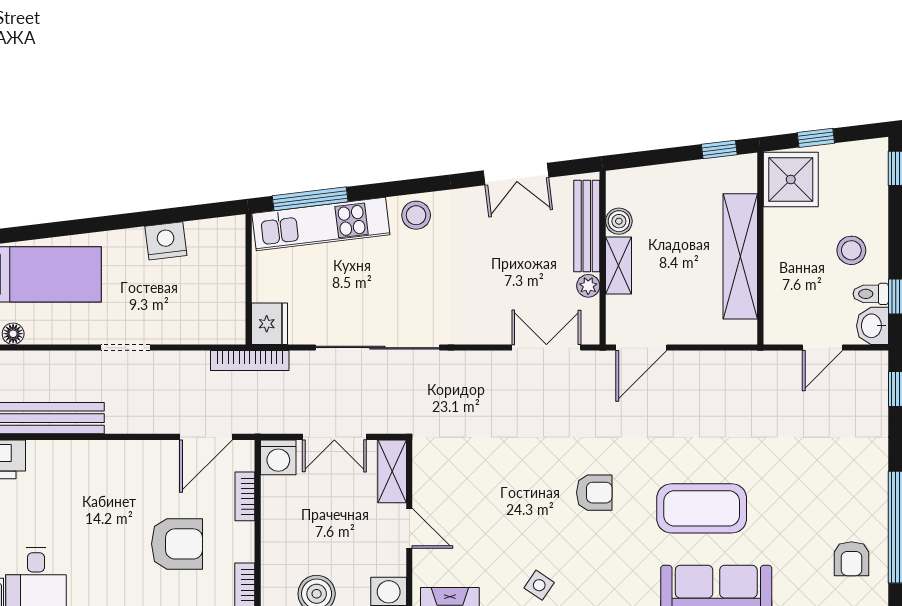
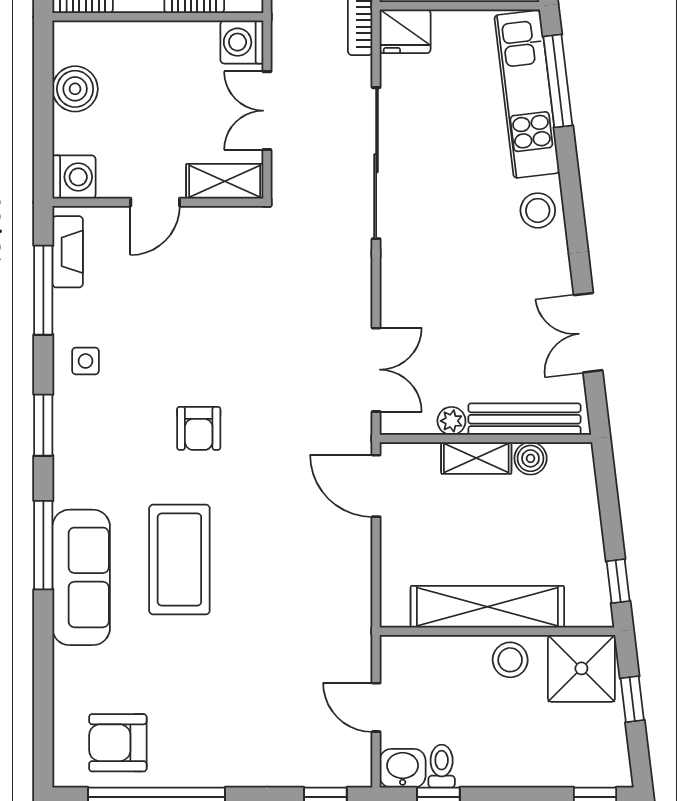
stool: (851, 250) -> (510, 660), moved
armchair: (852, 559) -> (118, 743), width x1.38, depth x1.38
side table: (539, 585) -> (85, 361), turned -34

